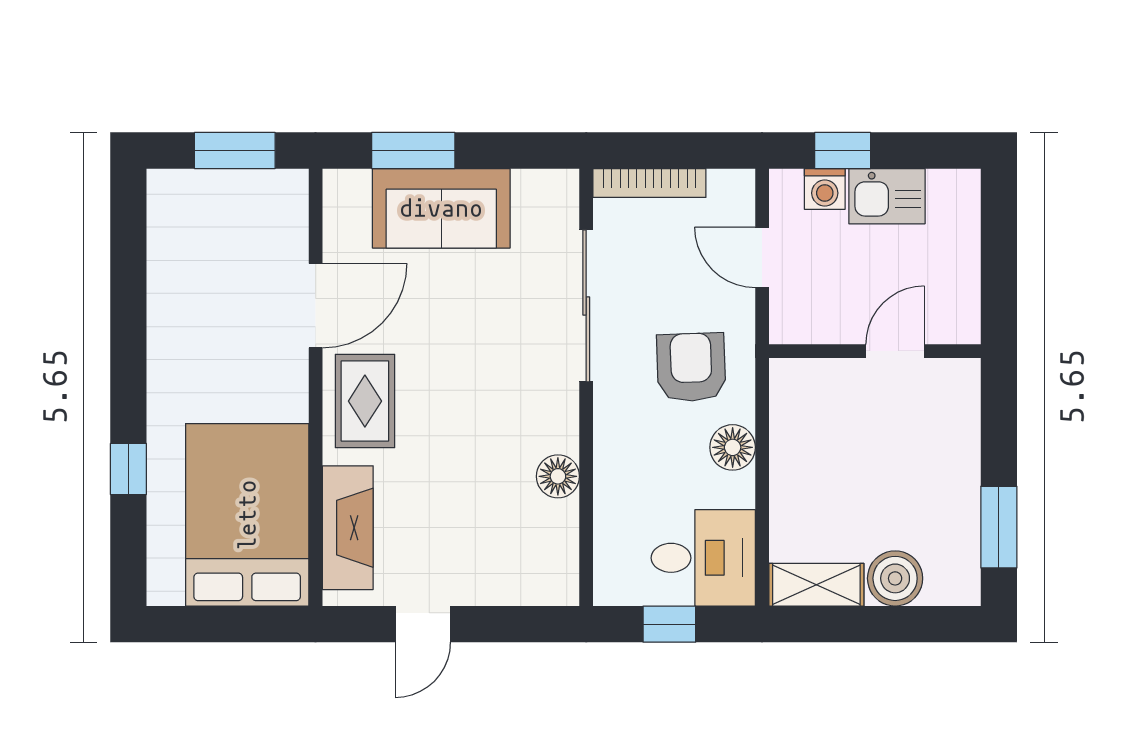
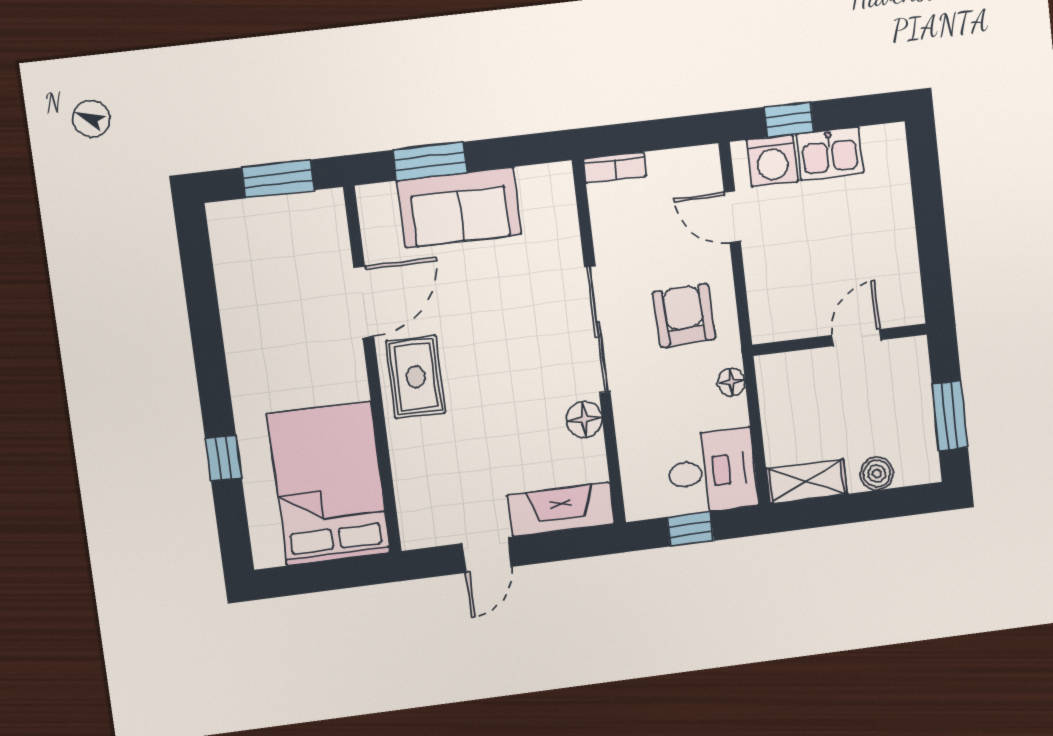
bookcase: (649, 183) -> (615, 168), width x0.64
washing machine: (825, 189) -> (772, 161), width x1.38, depth x1.38
sliding door: (586, 306) -> (597, 330), moved
wall: (875, 351) -> (840, 340), moved
door: (895, 351) -> (856, 338), moved
floor lamp: (733, 447) -> (731, 382), width x0.73, depth x0.73
fireplace: (348, 528) -> (561, 509), moved, turned -90
boiler: (895, 578) -> (877, 473), width x0.73, depth x0.73

